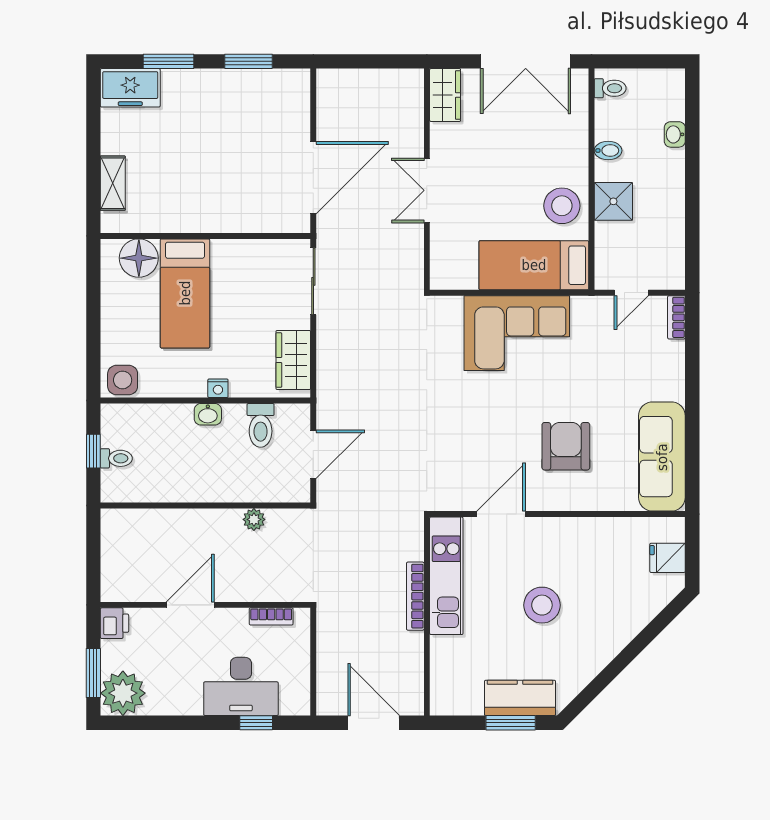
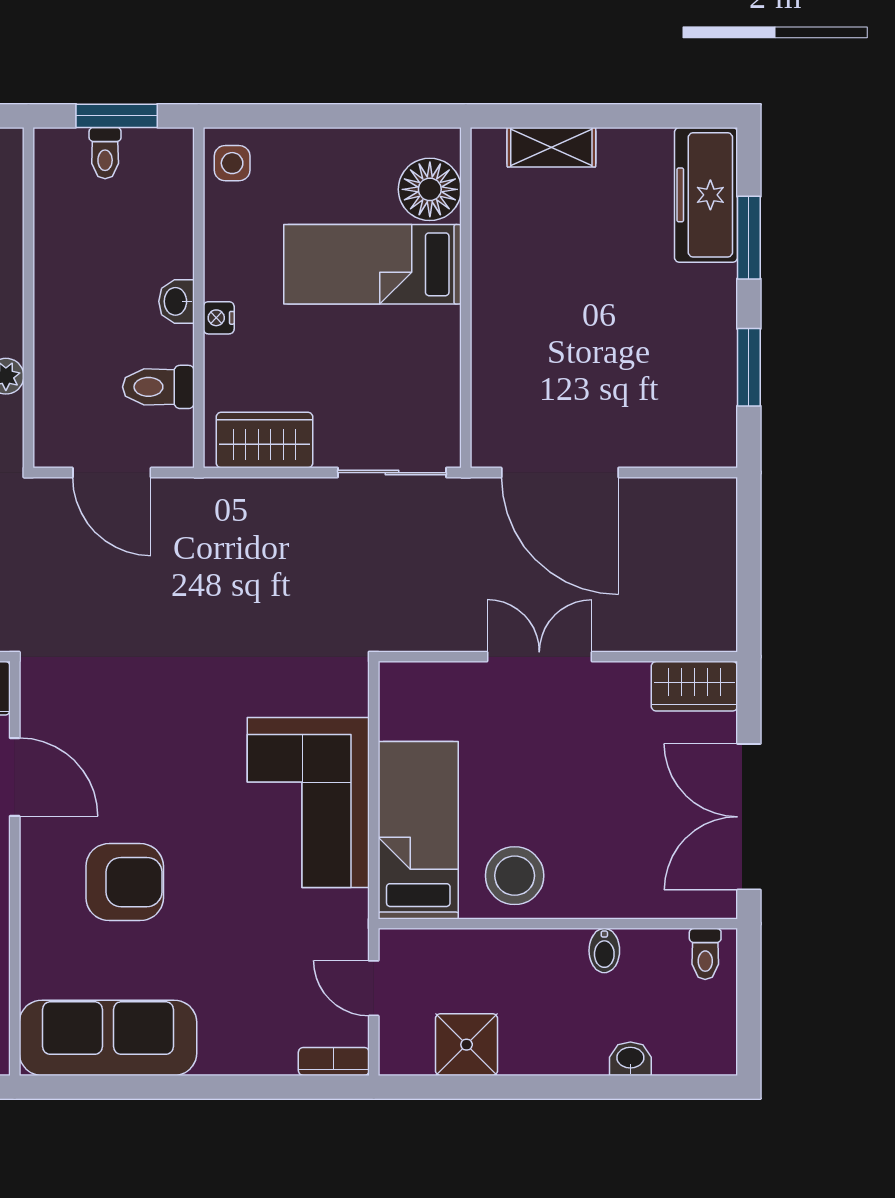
freezer: (130, 88) -> (706, 195), width x1.40
shower: (613, 201) -> (467, 1045), moved
side table: (123, 380) -> (232, 163), width x0.73, depth x0.73
window: (93, 451) -> (117, 116), width x1.50

